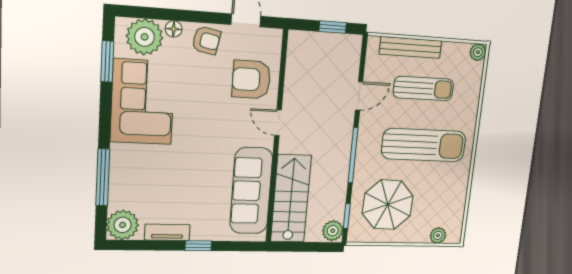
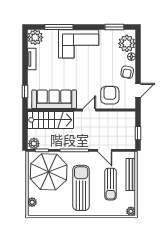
corner sofa: (142, 102) -> (79, 44), moved
sun lounger: (424, 145) -> (81, 188), turned 180
parasol: (388, 205) -> (49, 172), width x1.36, depth x1.36
window: (198, 246) -> (25, 91), moved

